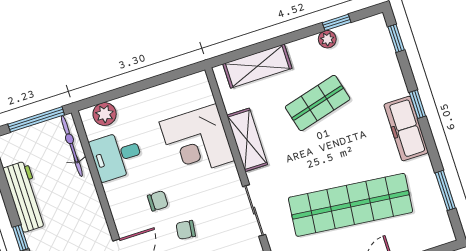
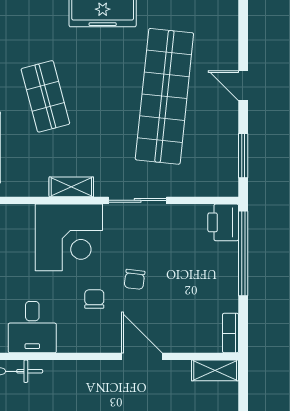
shelving: (247, 140) -> (71, 187), width x0.67, depth x0.75
corner desk: (197, 141) -> (69, 237), moved

